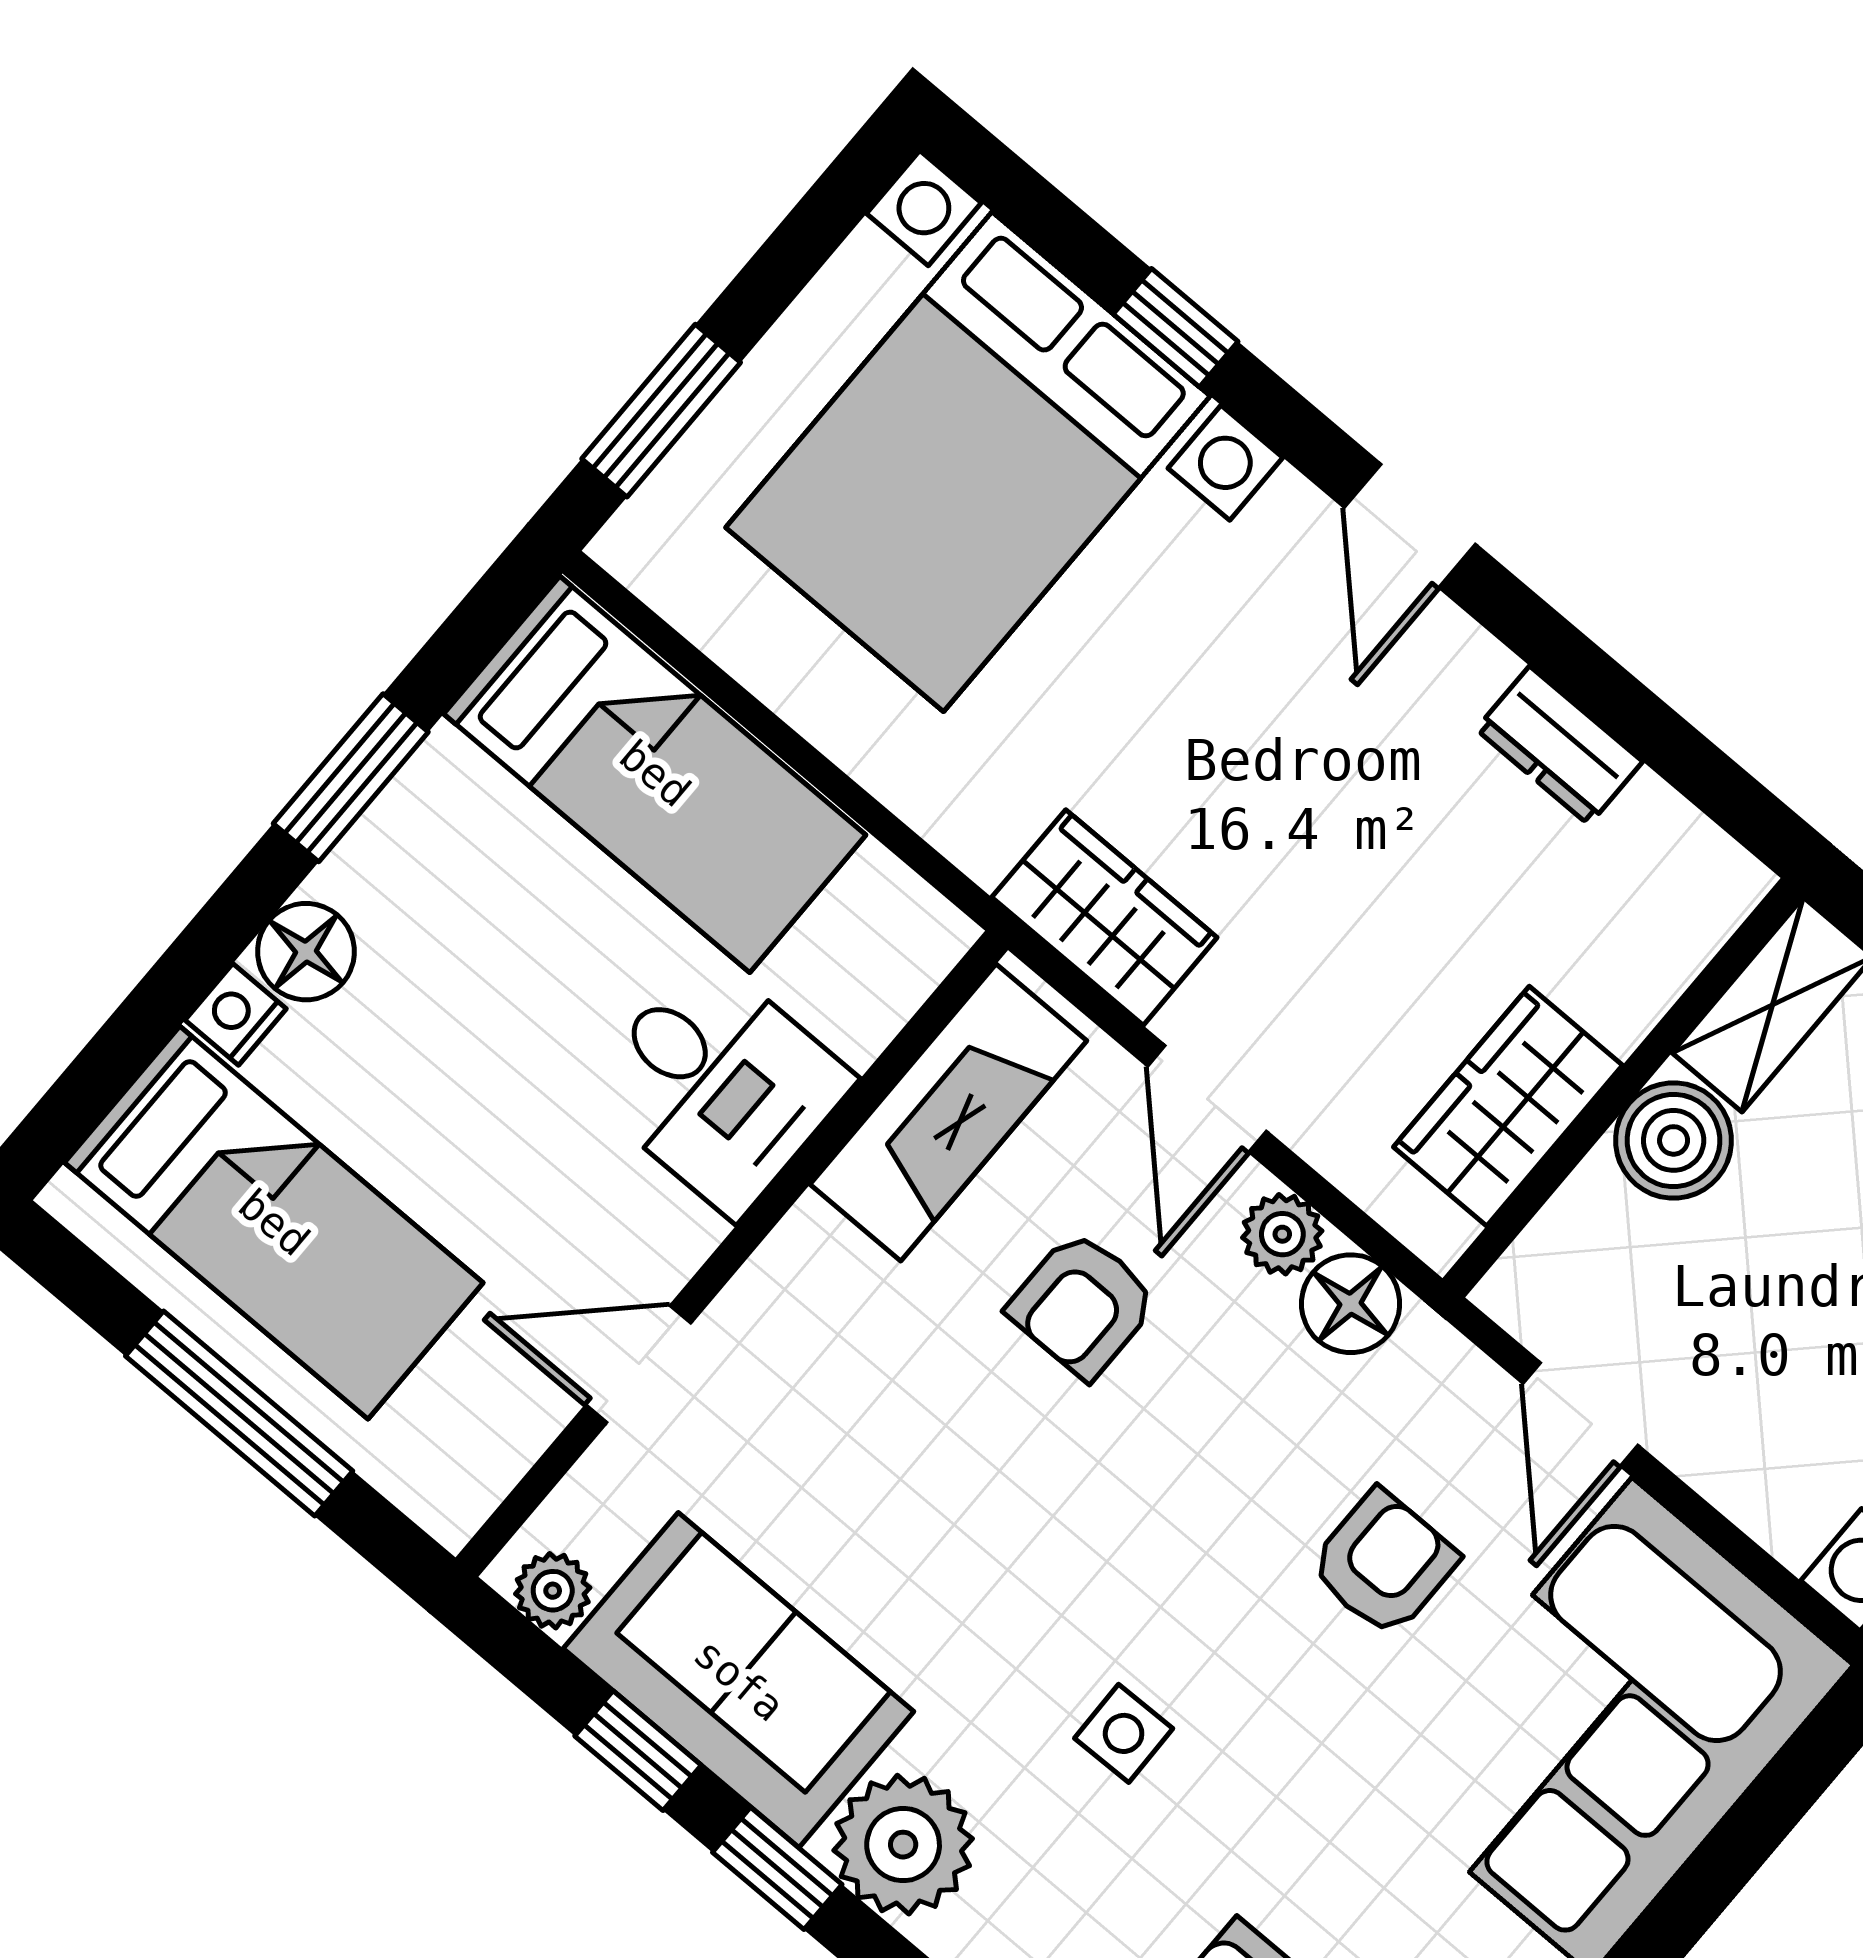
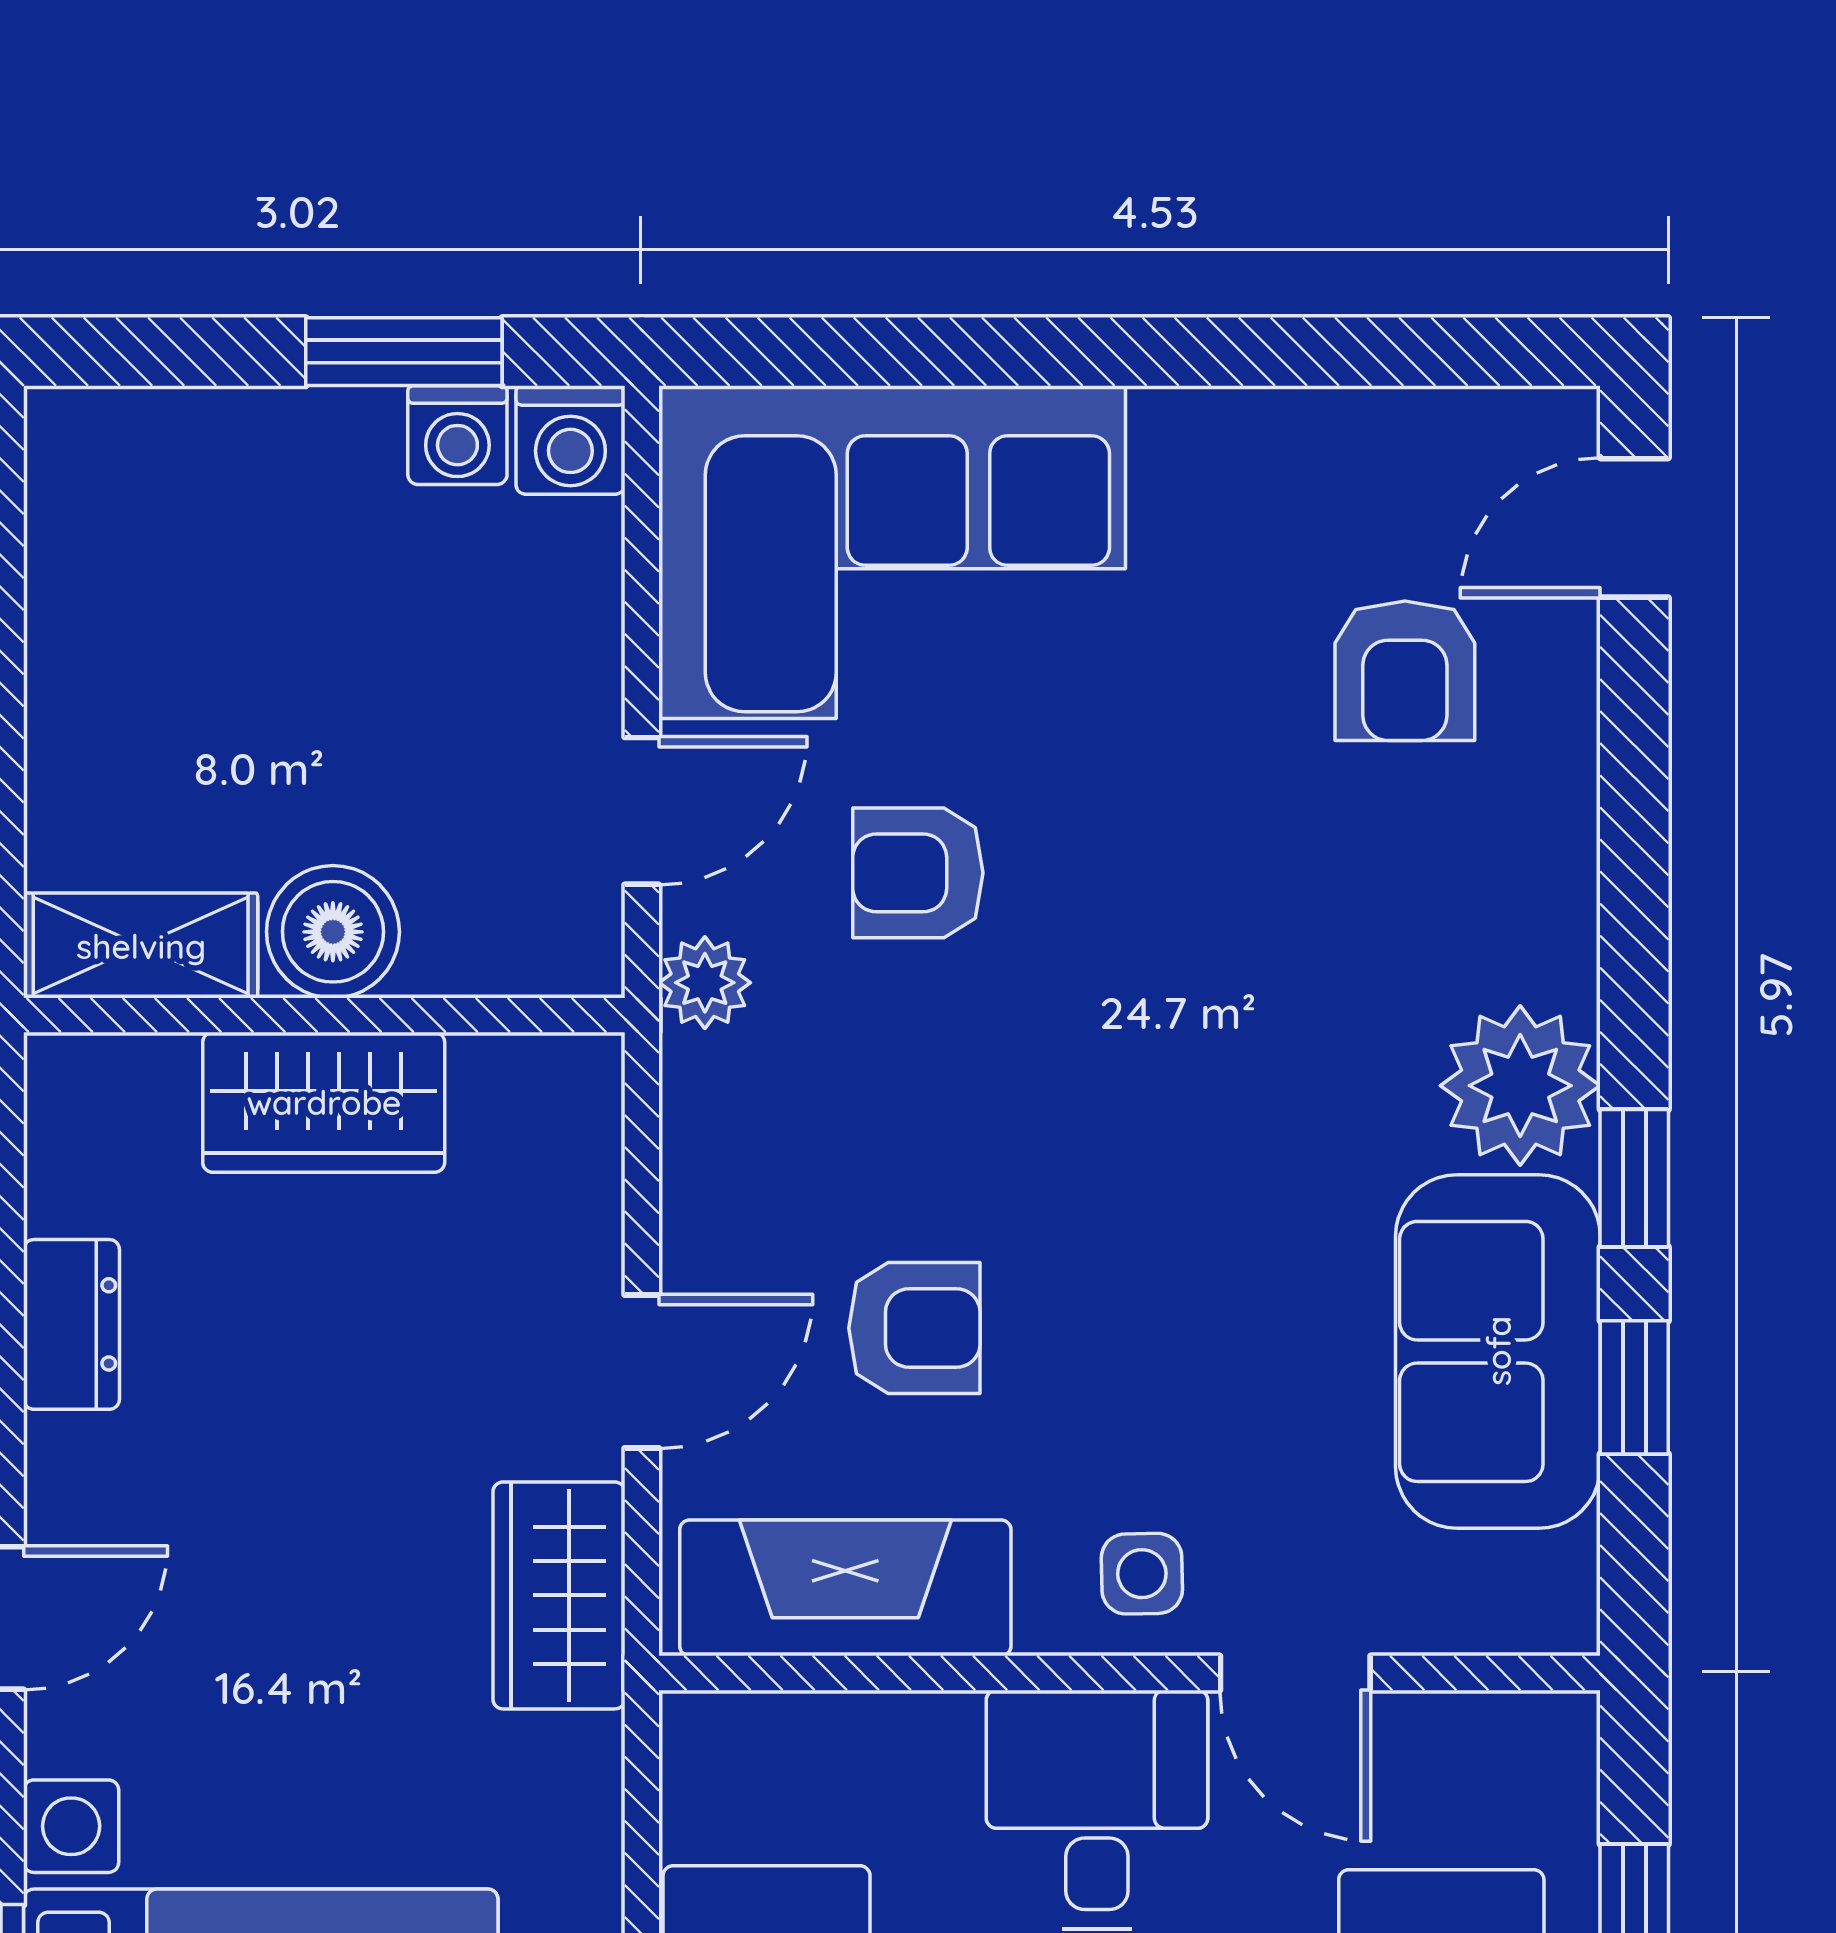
desk: (719, 1085) -> (1097, 1809), moved
wardrobe: (1508, 1106) -> (324, 1102), moved
plant: (1282, 1234) -> (705, 983), moved
floor lamp: (1351, 1304) -> (715, 1094), removed
plant: (553, 1591) -> (1557, 1580), removed
side table: (1124, 1733) -> (1142, 1574), moved

